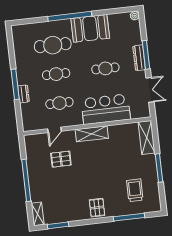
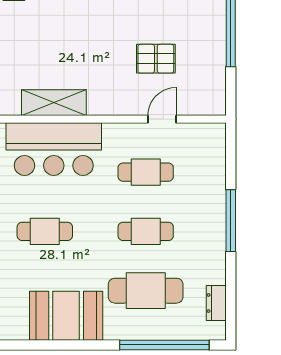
window: (70, 16) -> (164, 345), moved
dresser: (23, 94) -> (216, 303), moved
shelving: (92, 134) -> (54, 103), moved

